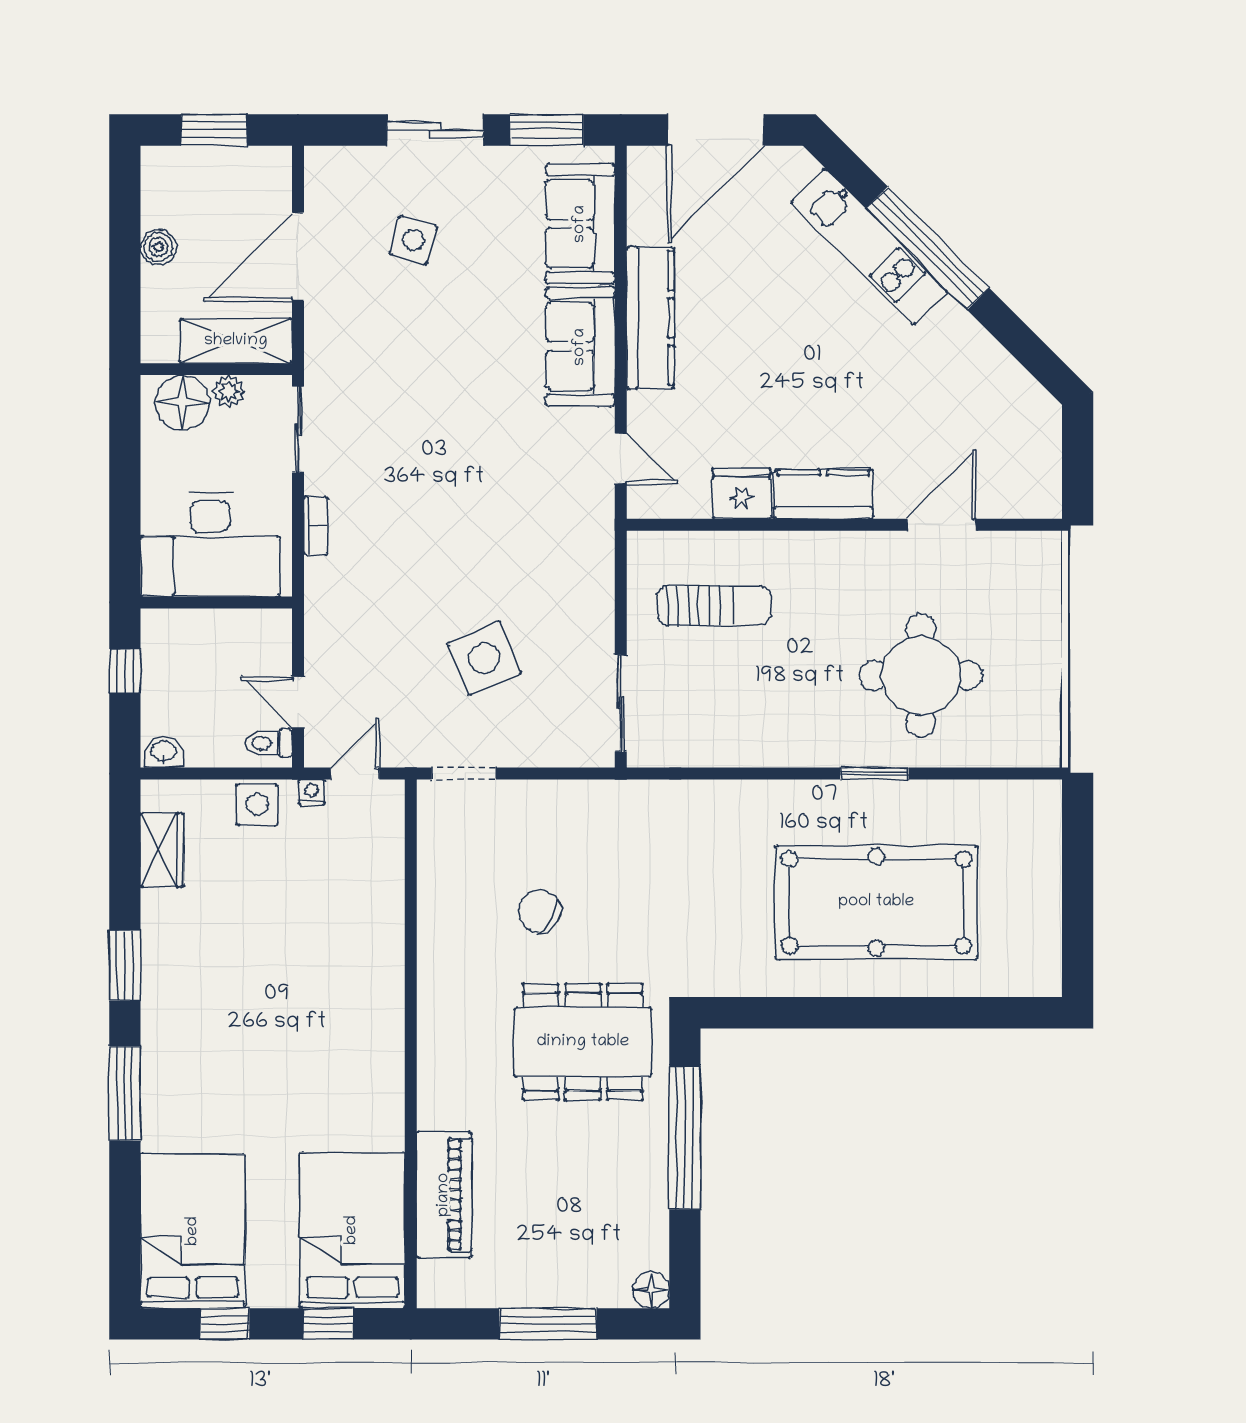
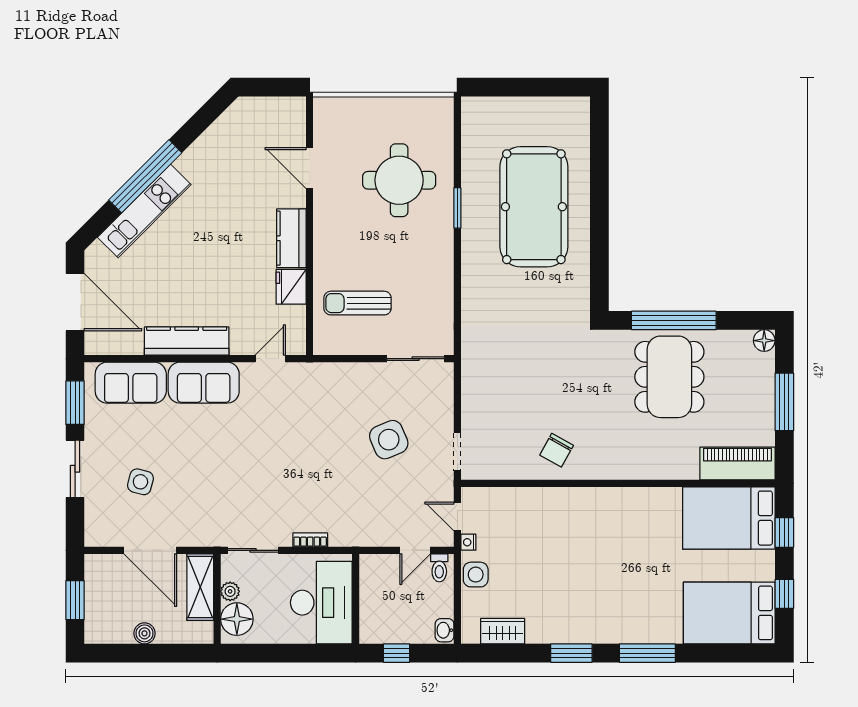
sun lounger: (714, 606) -> (358, 303), turned -90
chair: (540, 912) -> (557, 450), moved
dining table: (583, 1042) -> (669, 377), moved
piano: (444, 1195) -> (737, 464), moved

